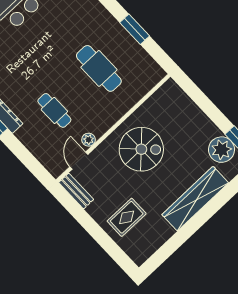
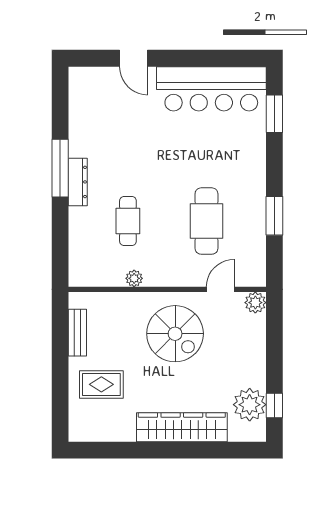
plant: (170, 89) -> (255, 303), added
door: (79, 161) -> (220, 289), moved
bench: (76, 191) -> (77, 333), moved

